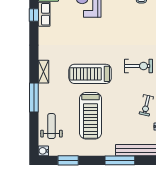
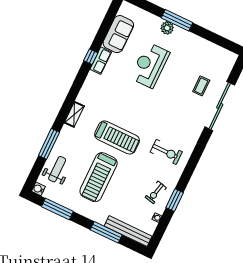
treadmill: (90, 74) -> (117, 137), turned 180
window: (34, 98) -> (49, 144), moved
window: (68, 160) -> (57, 209), width x1.44

